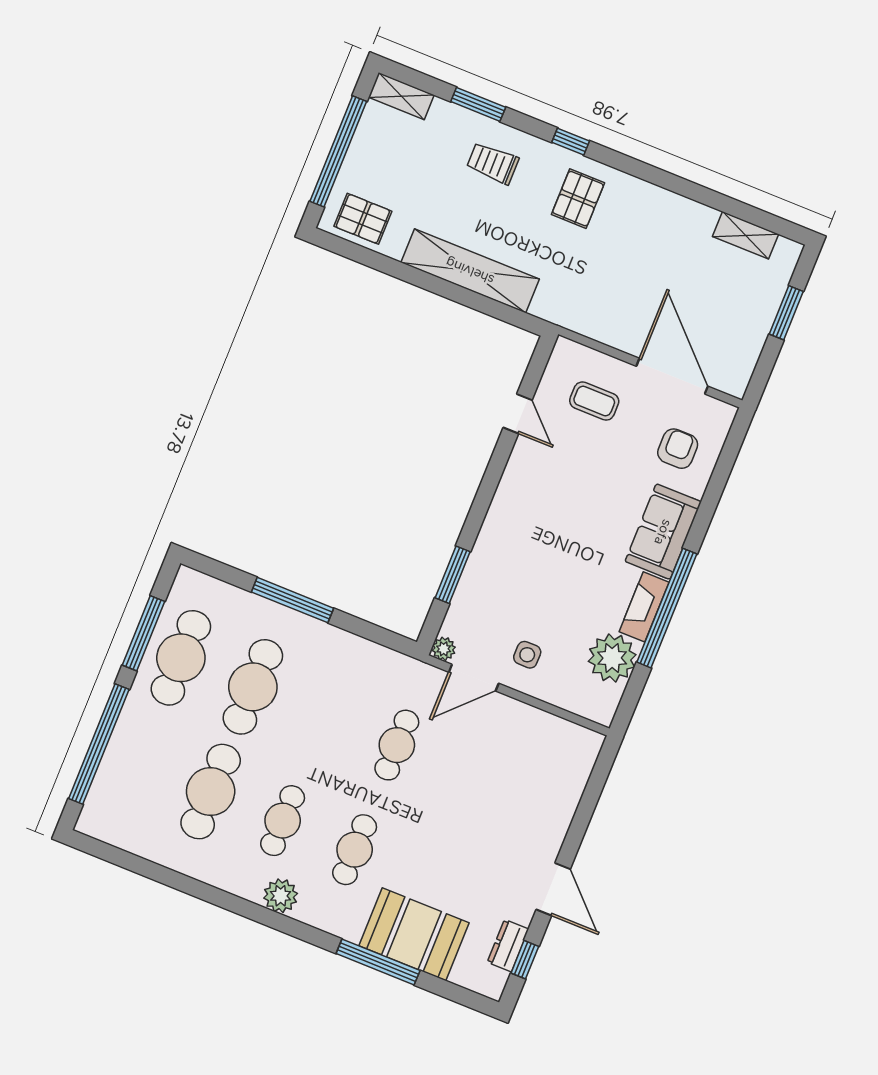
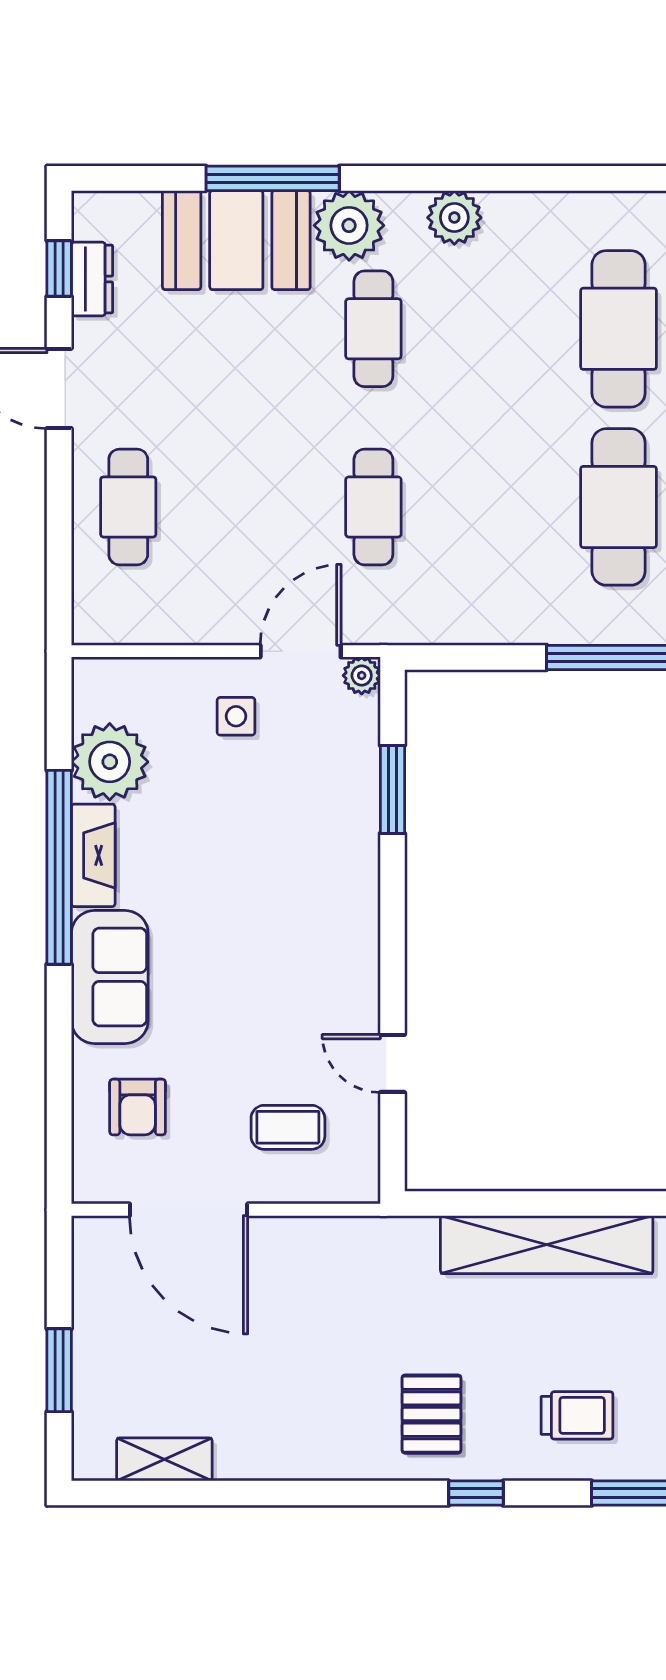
cafe table: (283, 821) -> (128, 507), moved
plant: (344, 916) -> (349, 225), added

